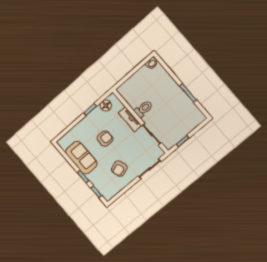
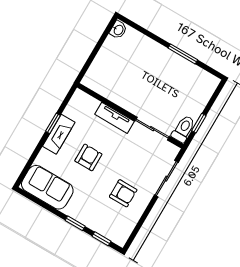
floor lamp: (106, 105) -> (74, 110), removed
toilet: (143, 109) -> (183, 129), moved
fireplace: (91, 118) -> (59, 134), added
sofa: (81, 158) -> (47, 187), moved
armchair: (119, 169) -> (123, 193), turned -71

